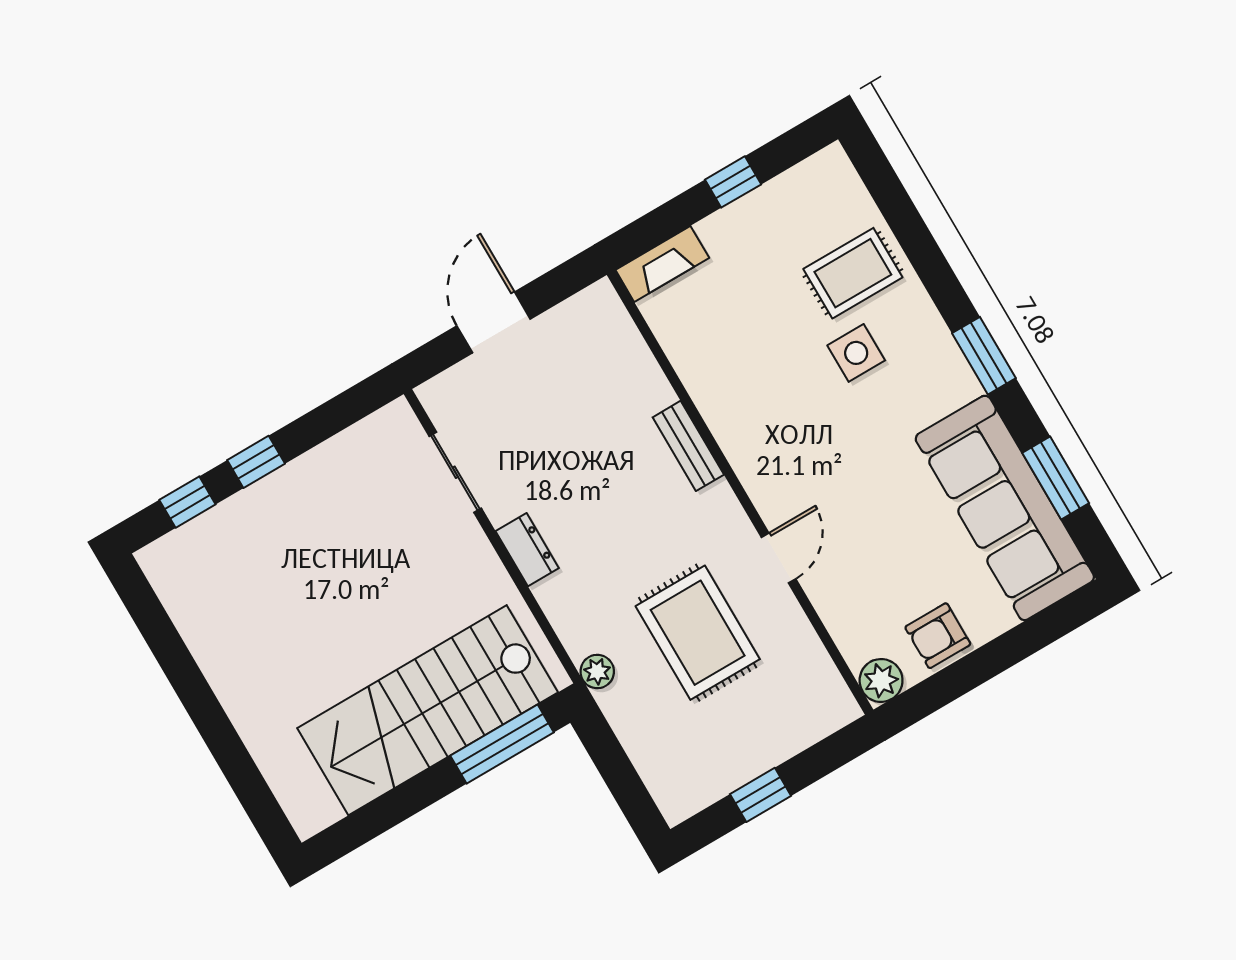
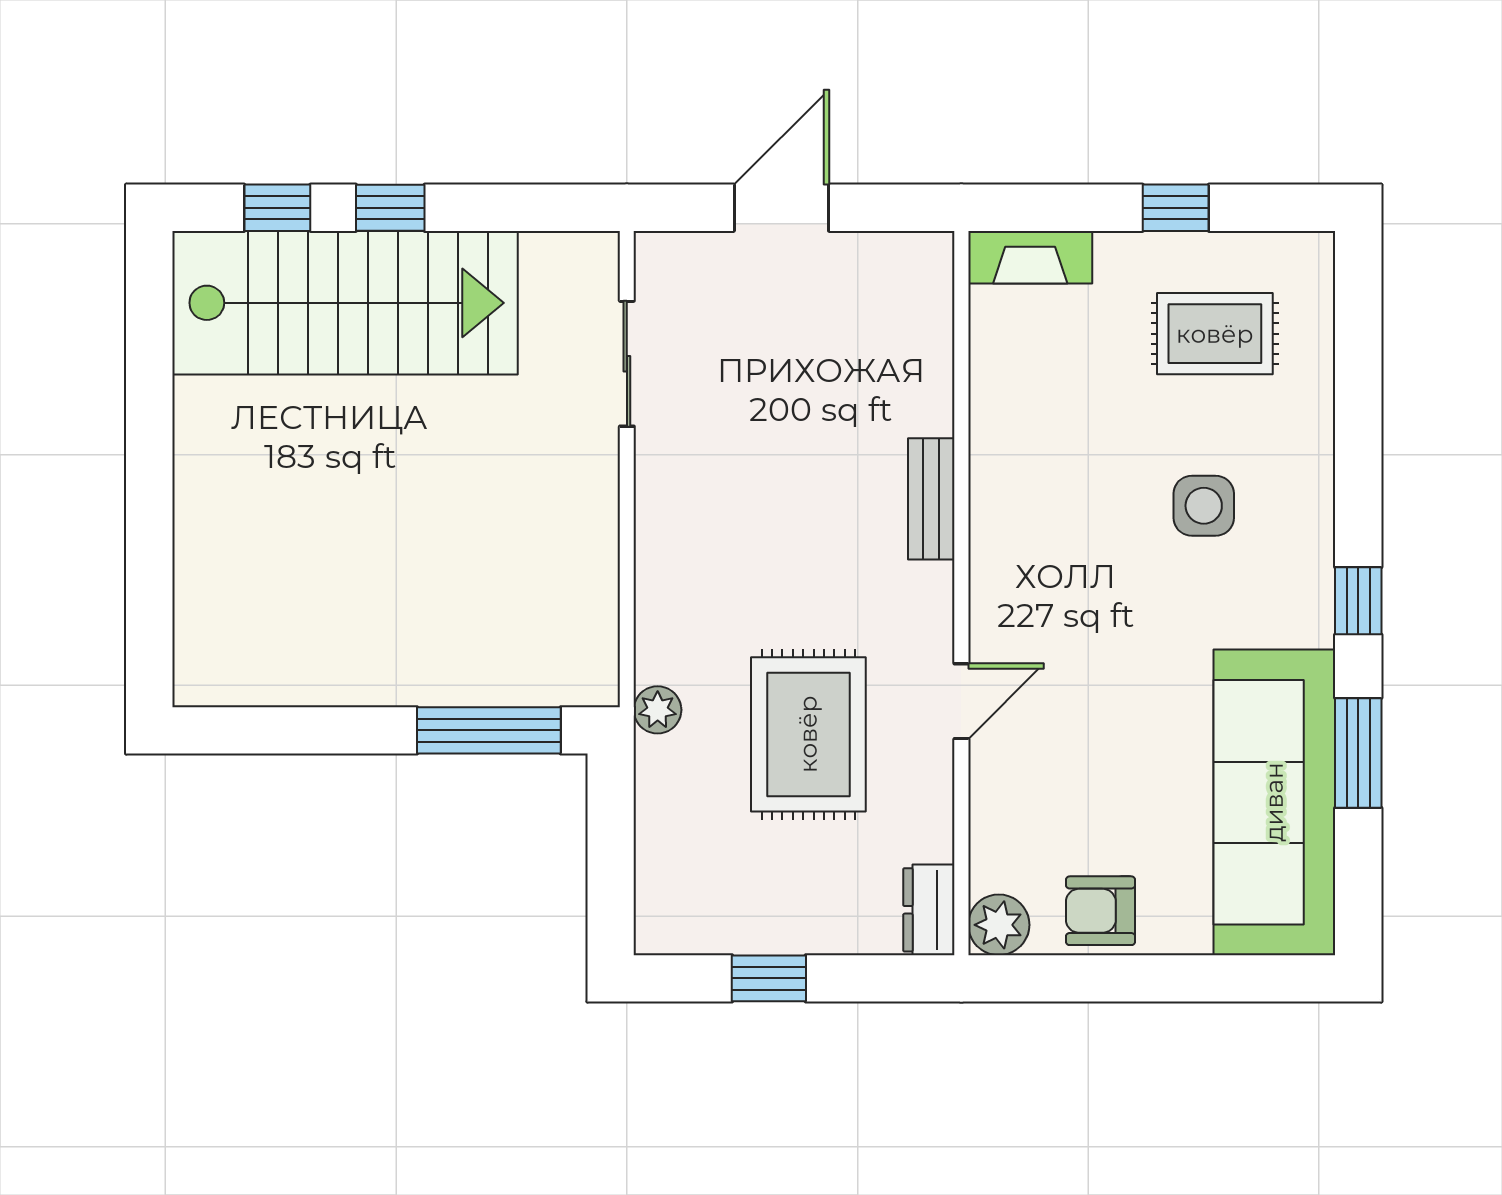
rug: (853, 273) -> (1215, 334), moved
window: (984, 356) -> (1358, 601), width x0.67
window: (1056, 478) -> (1358, 753), moved
dresser: (527, 550) -> (929, 910), moved, turned 180
stairs: (428, 710) -> (345, 303), moved, turned 180

